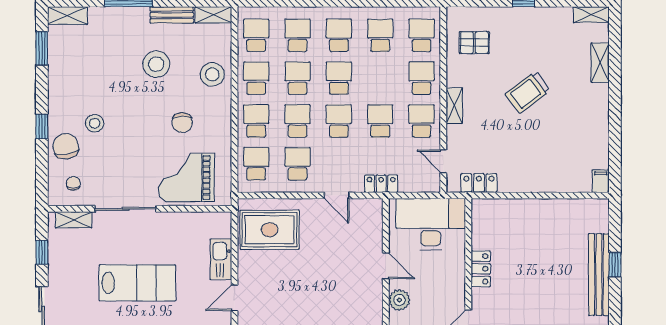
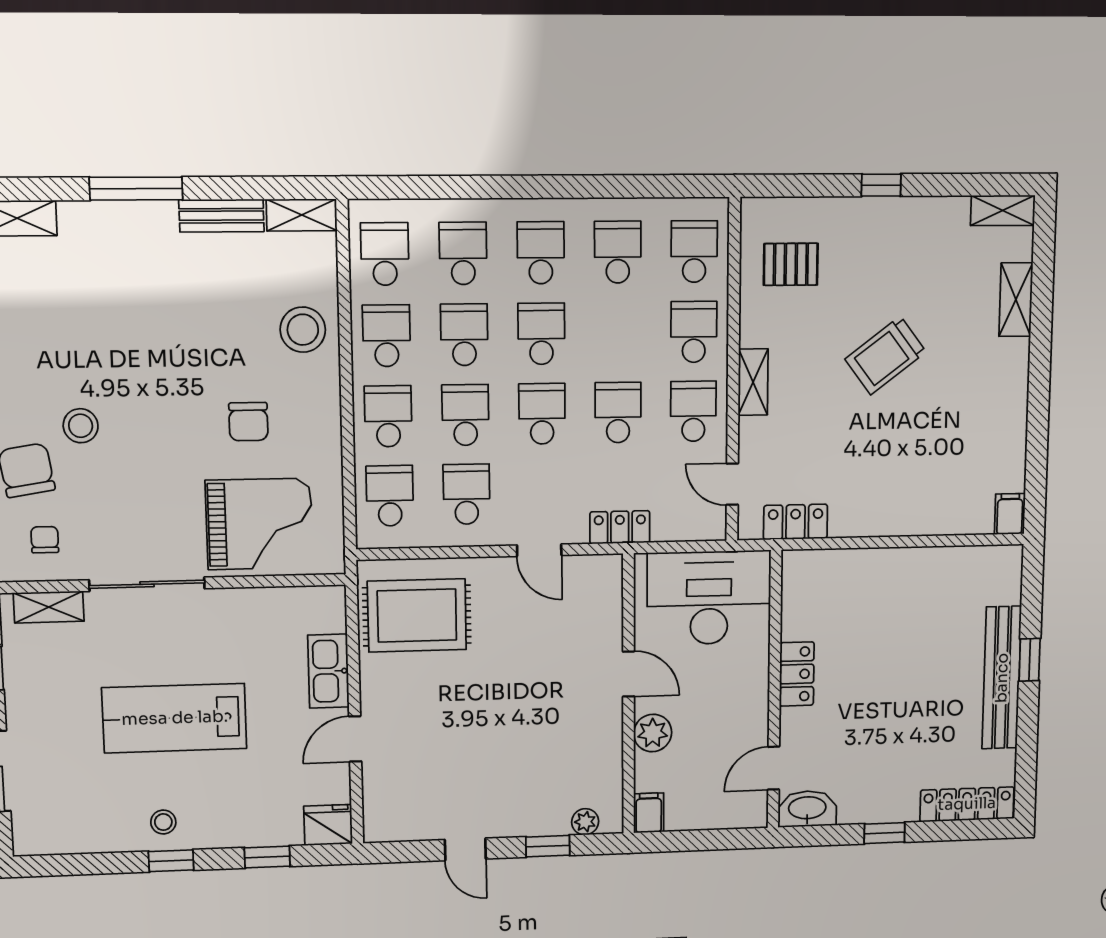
stool: (156, 64) -> (195, 311), removed
grand piano: (186, 178) -> (259, 524), turned 180
lab bench: (137, 283) -> (175, 718), turned 180

